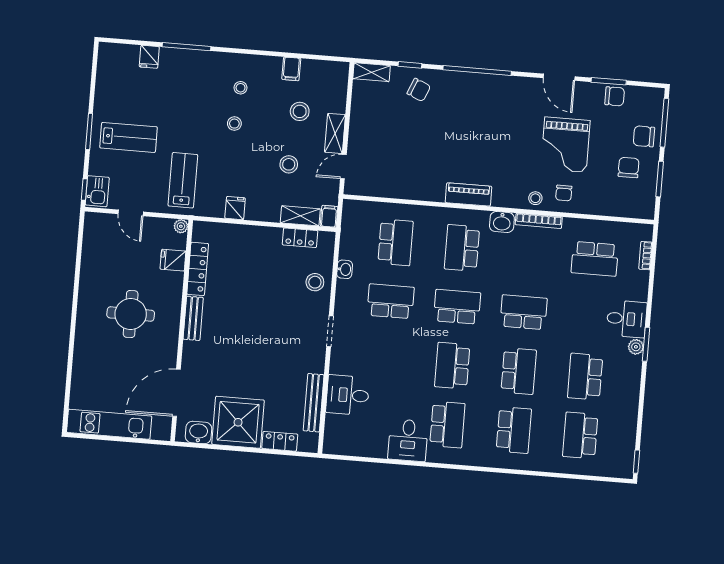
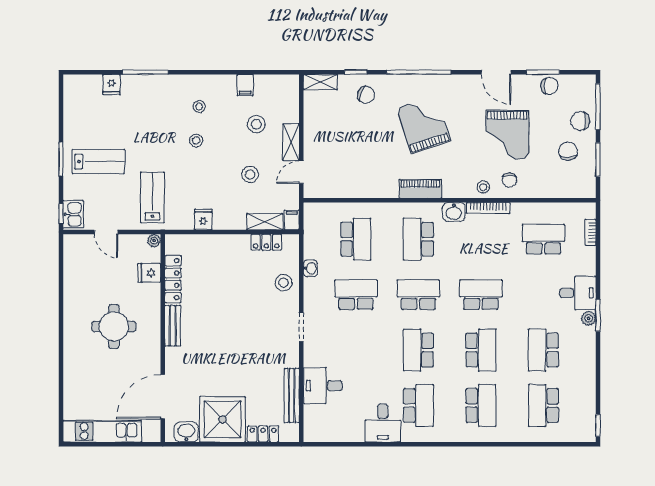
grand piano: (477, 126) -> (423, 124), added
school desk: (595, 259) -> (543, 239), turned 180

